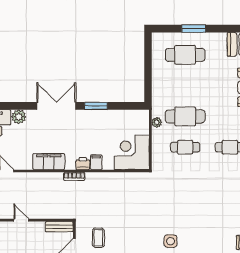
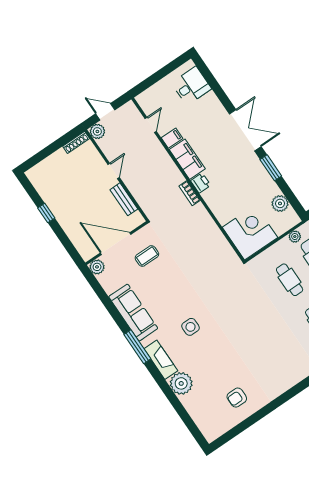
plant: (19, 117) -> (280, 203), moved
filing cabinet: (96, 162) -> (172, 138), moved
printer: (83, 164) -> (201, 183), moved
bench: (59, 227) -> (124, 199), moved

